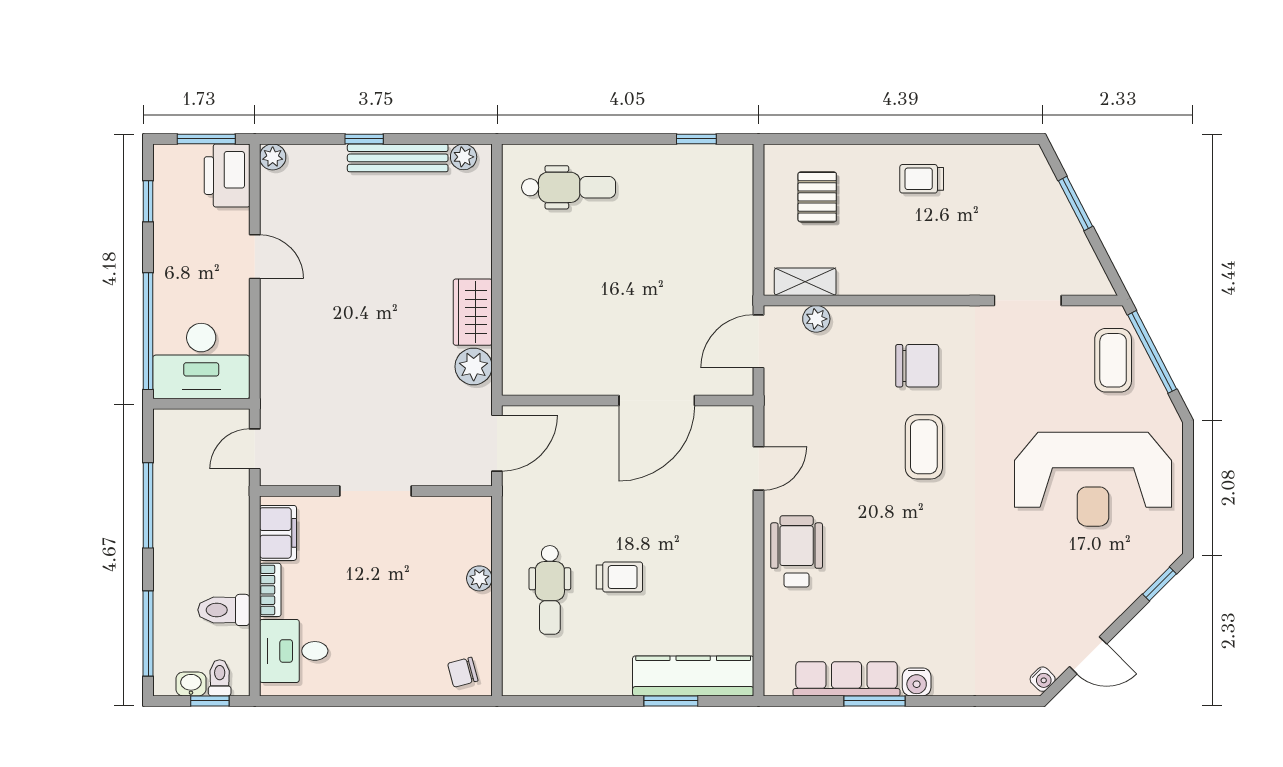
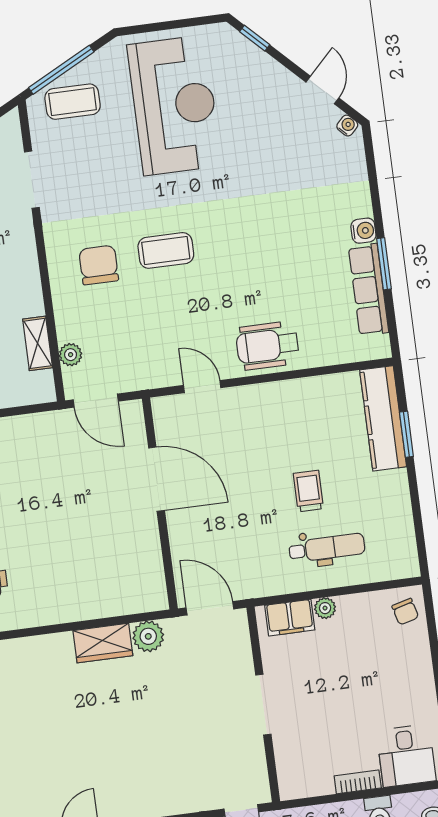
shelving: (805, 282) -> (38, 343), moved
filing cabinet: (278, 533) -> (290, 618), moved, turned 180

